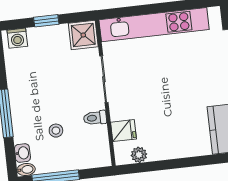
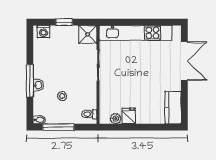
toilet: (95, 118) -> (89, 114), moved
fridge: (124, 131) -> (129, 116), moved, turned -90
washbasin: (22, 153) -> (38, 85), moved

